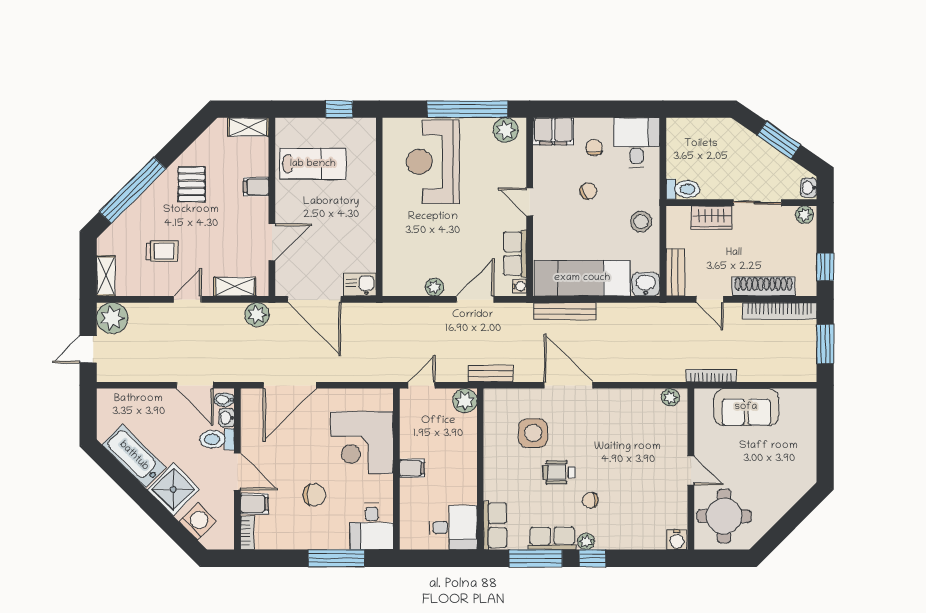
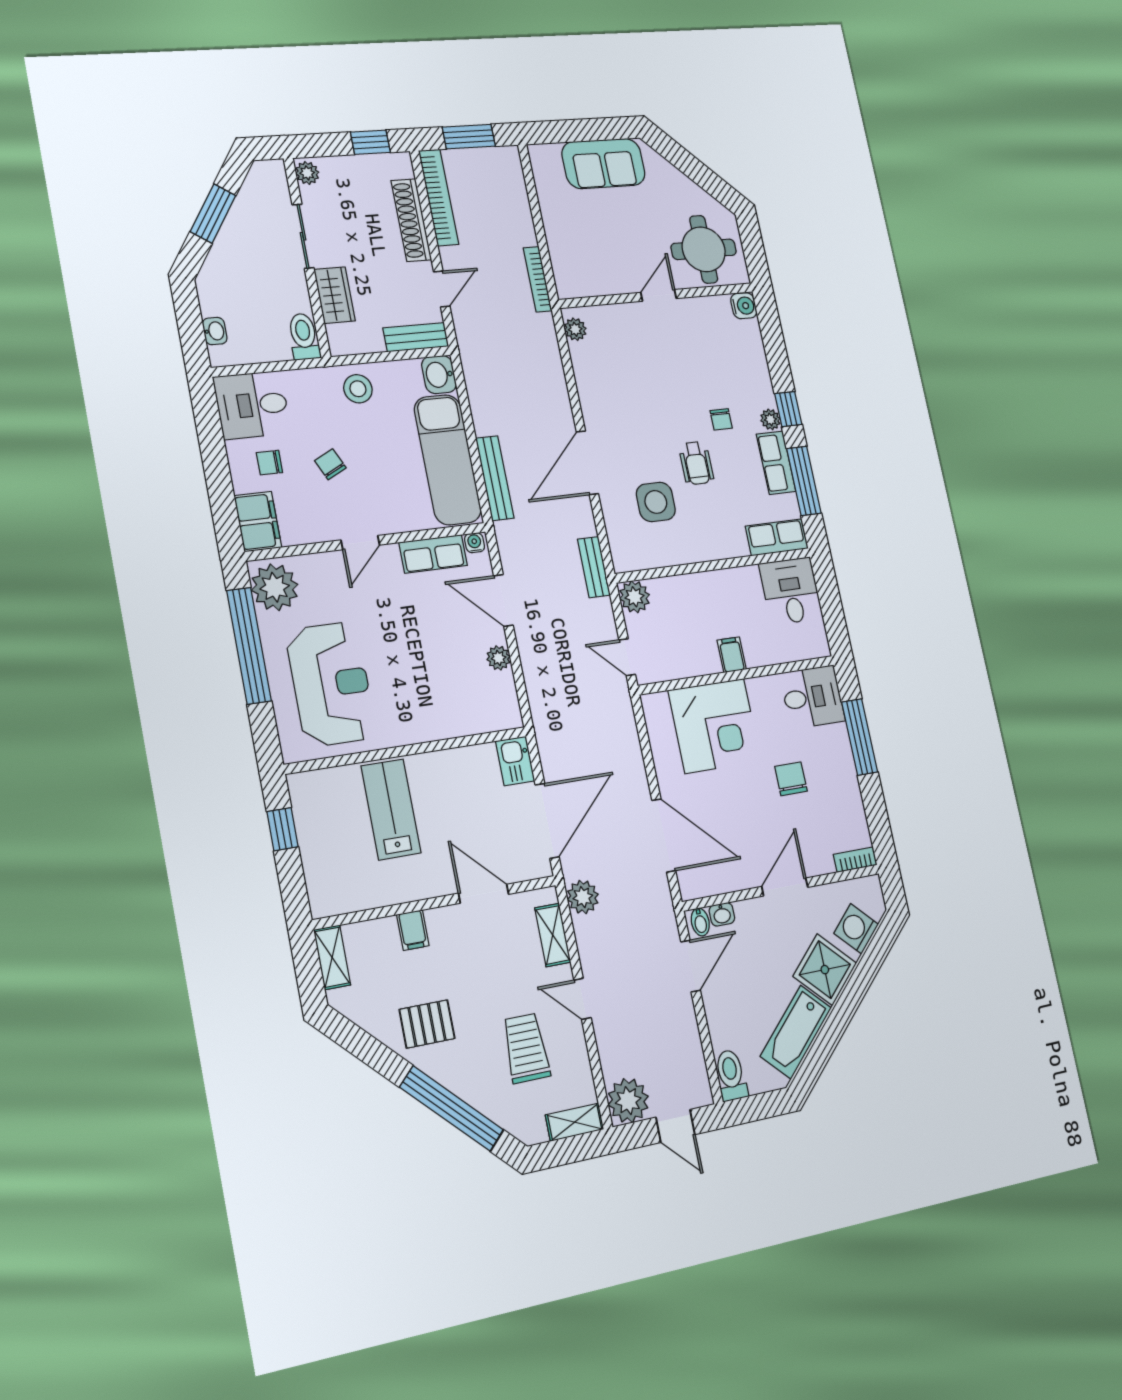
plant: (506, 130) -> (275, 587), width x1.36, depth x1.36
reception desk: (433, 162) -> (331, 684), turned -90
lab bench: (313, 164) -> (391, 809), moved
washbasin: (809, 188) -> (215, 331), moved, turned -90
trolley: (162, 251) -> (526, 1048), width x1.36, depth x1.39
sofa: (746, 407) -> (604, 163), moved, turned 90
toilet: (217, 439) -> (731, 1075), moved, turned 180
filing cabinet: (254, 504) -> (819, 857), removed

